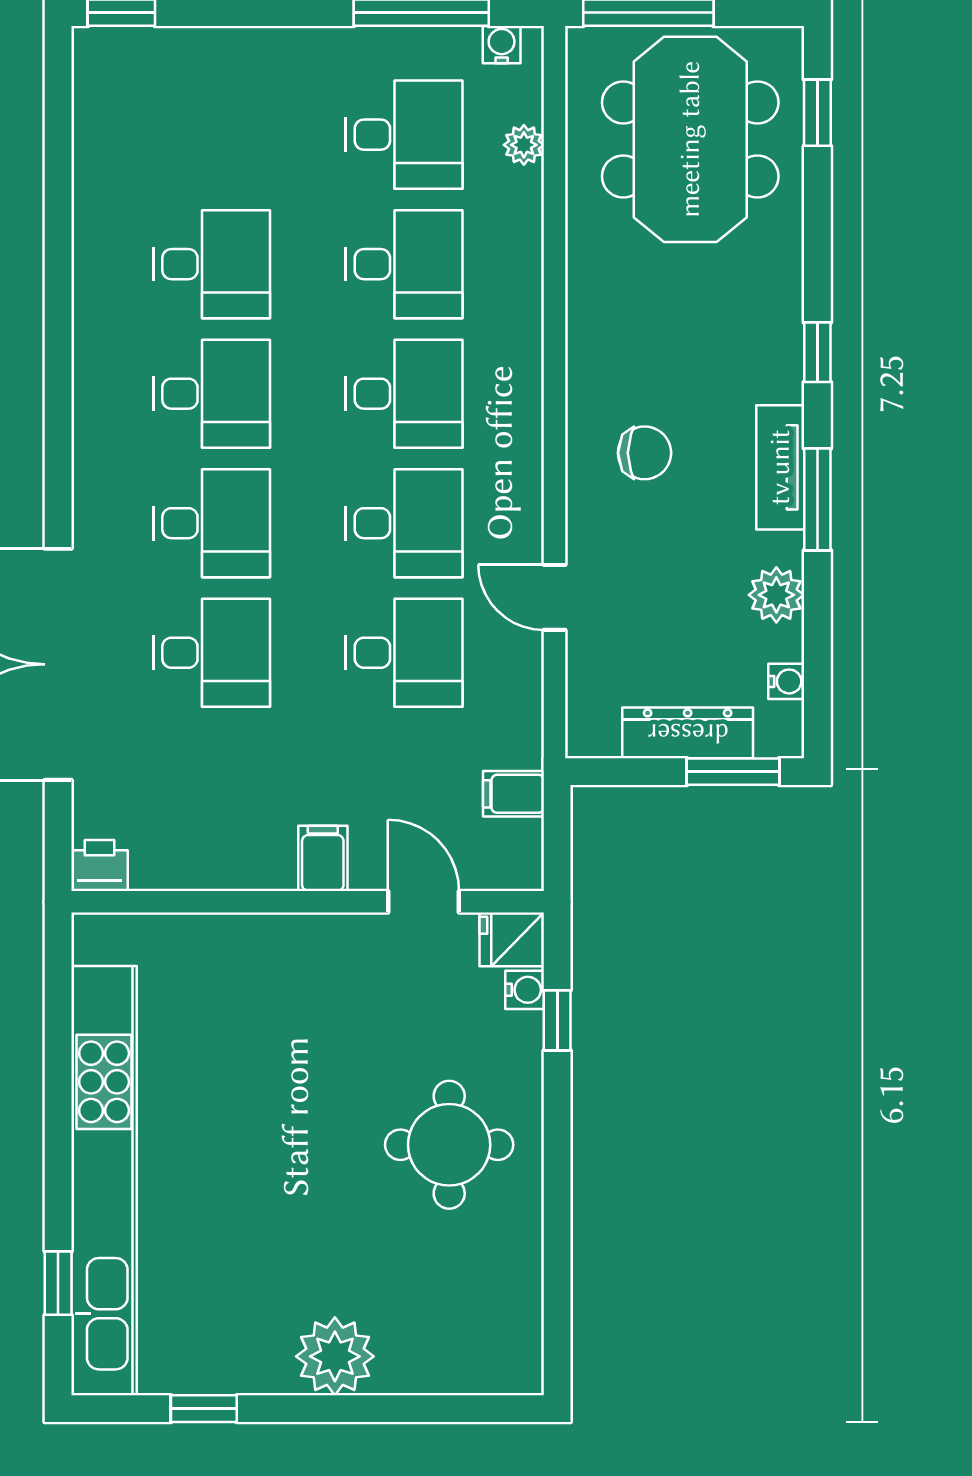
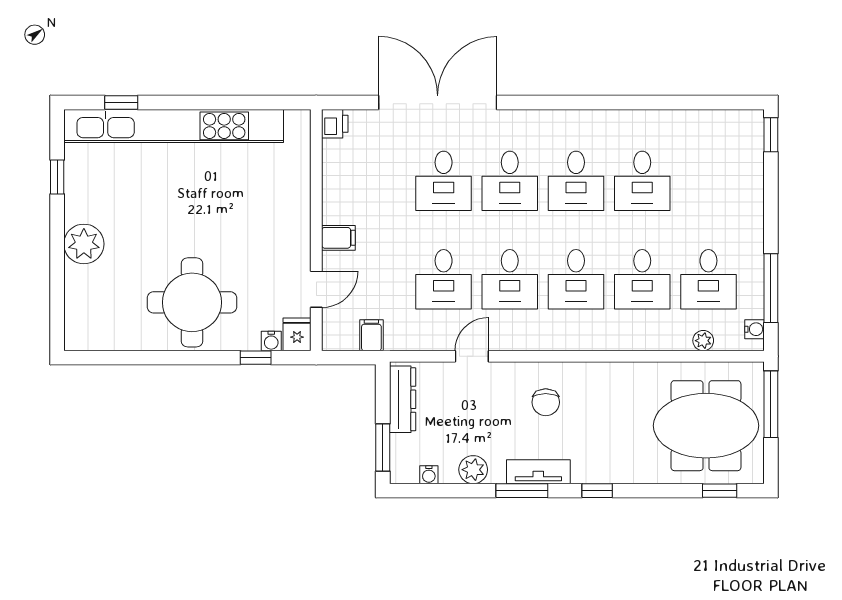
dresser: (688, 733) -> (403, 399), moved
round table: (449, 1145) -> (192, 302), width x1.36, depth x1.36

